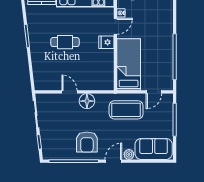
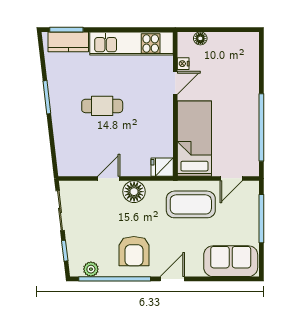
fridge: (106, 42) -> (162, 167), moved
door: (70, 92) -> (109, 178), hinge flipped
plant: (129, 154) -> (91, 269), moved

